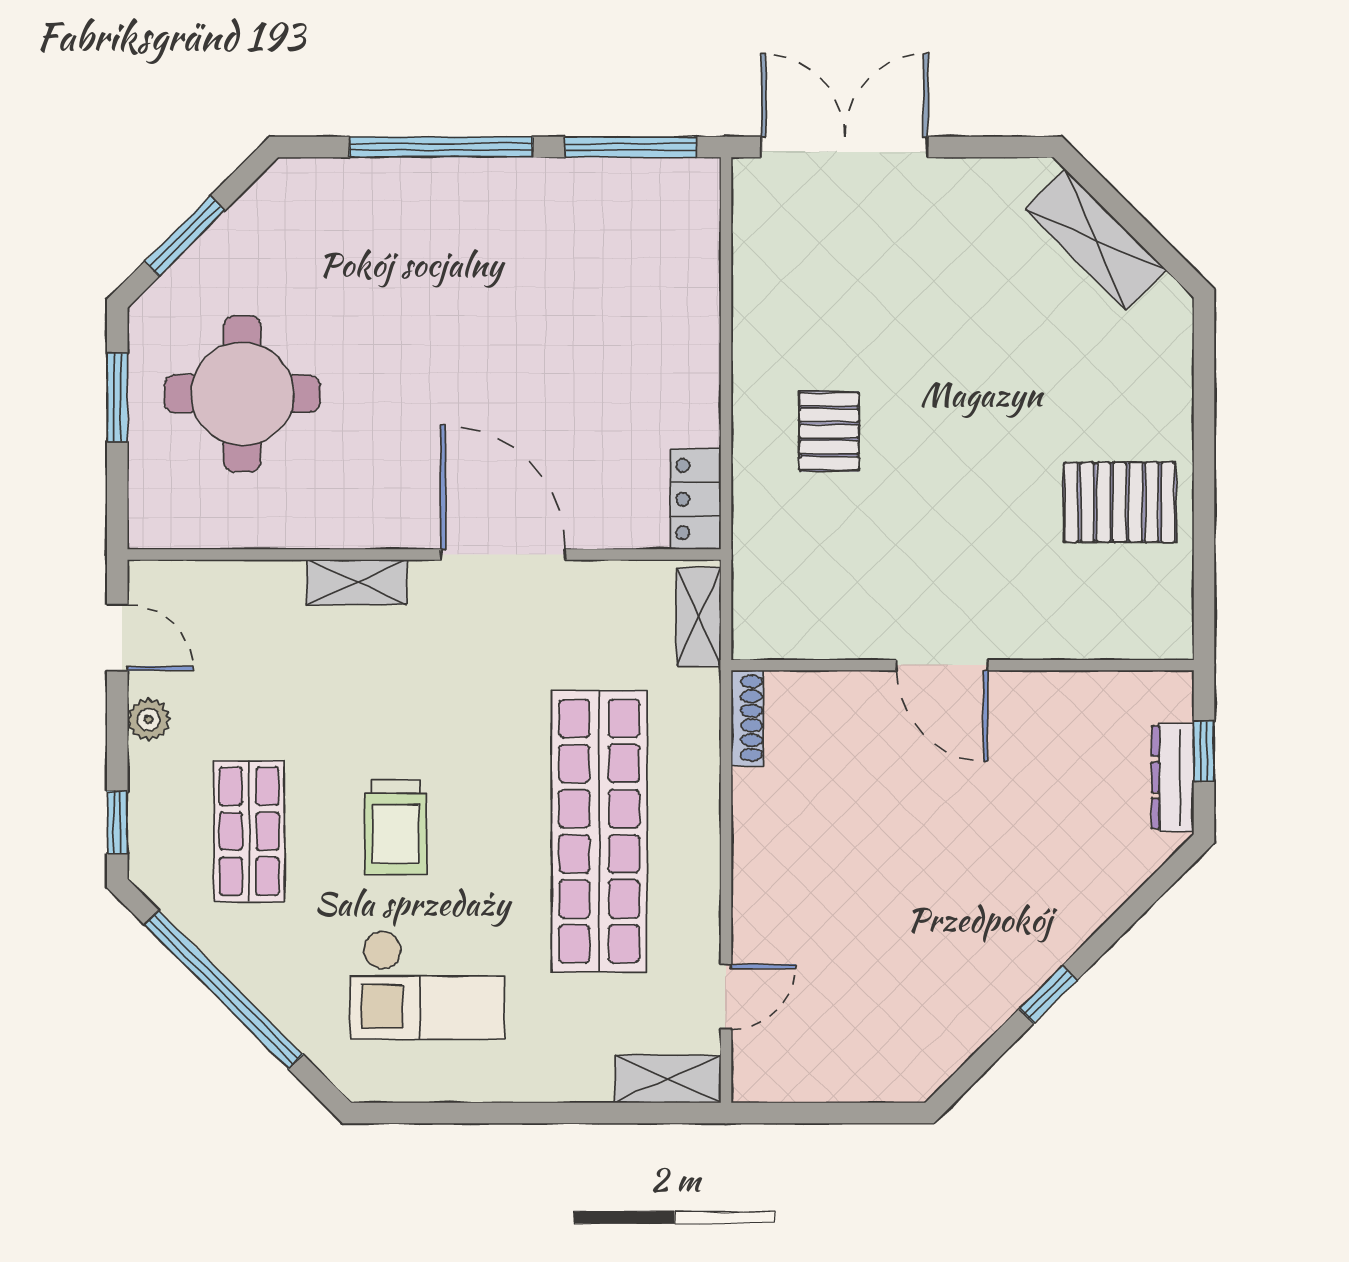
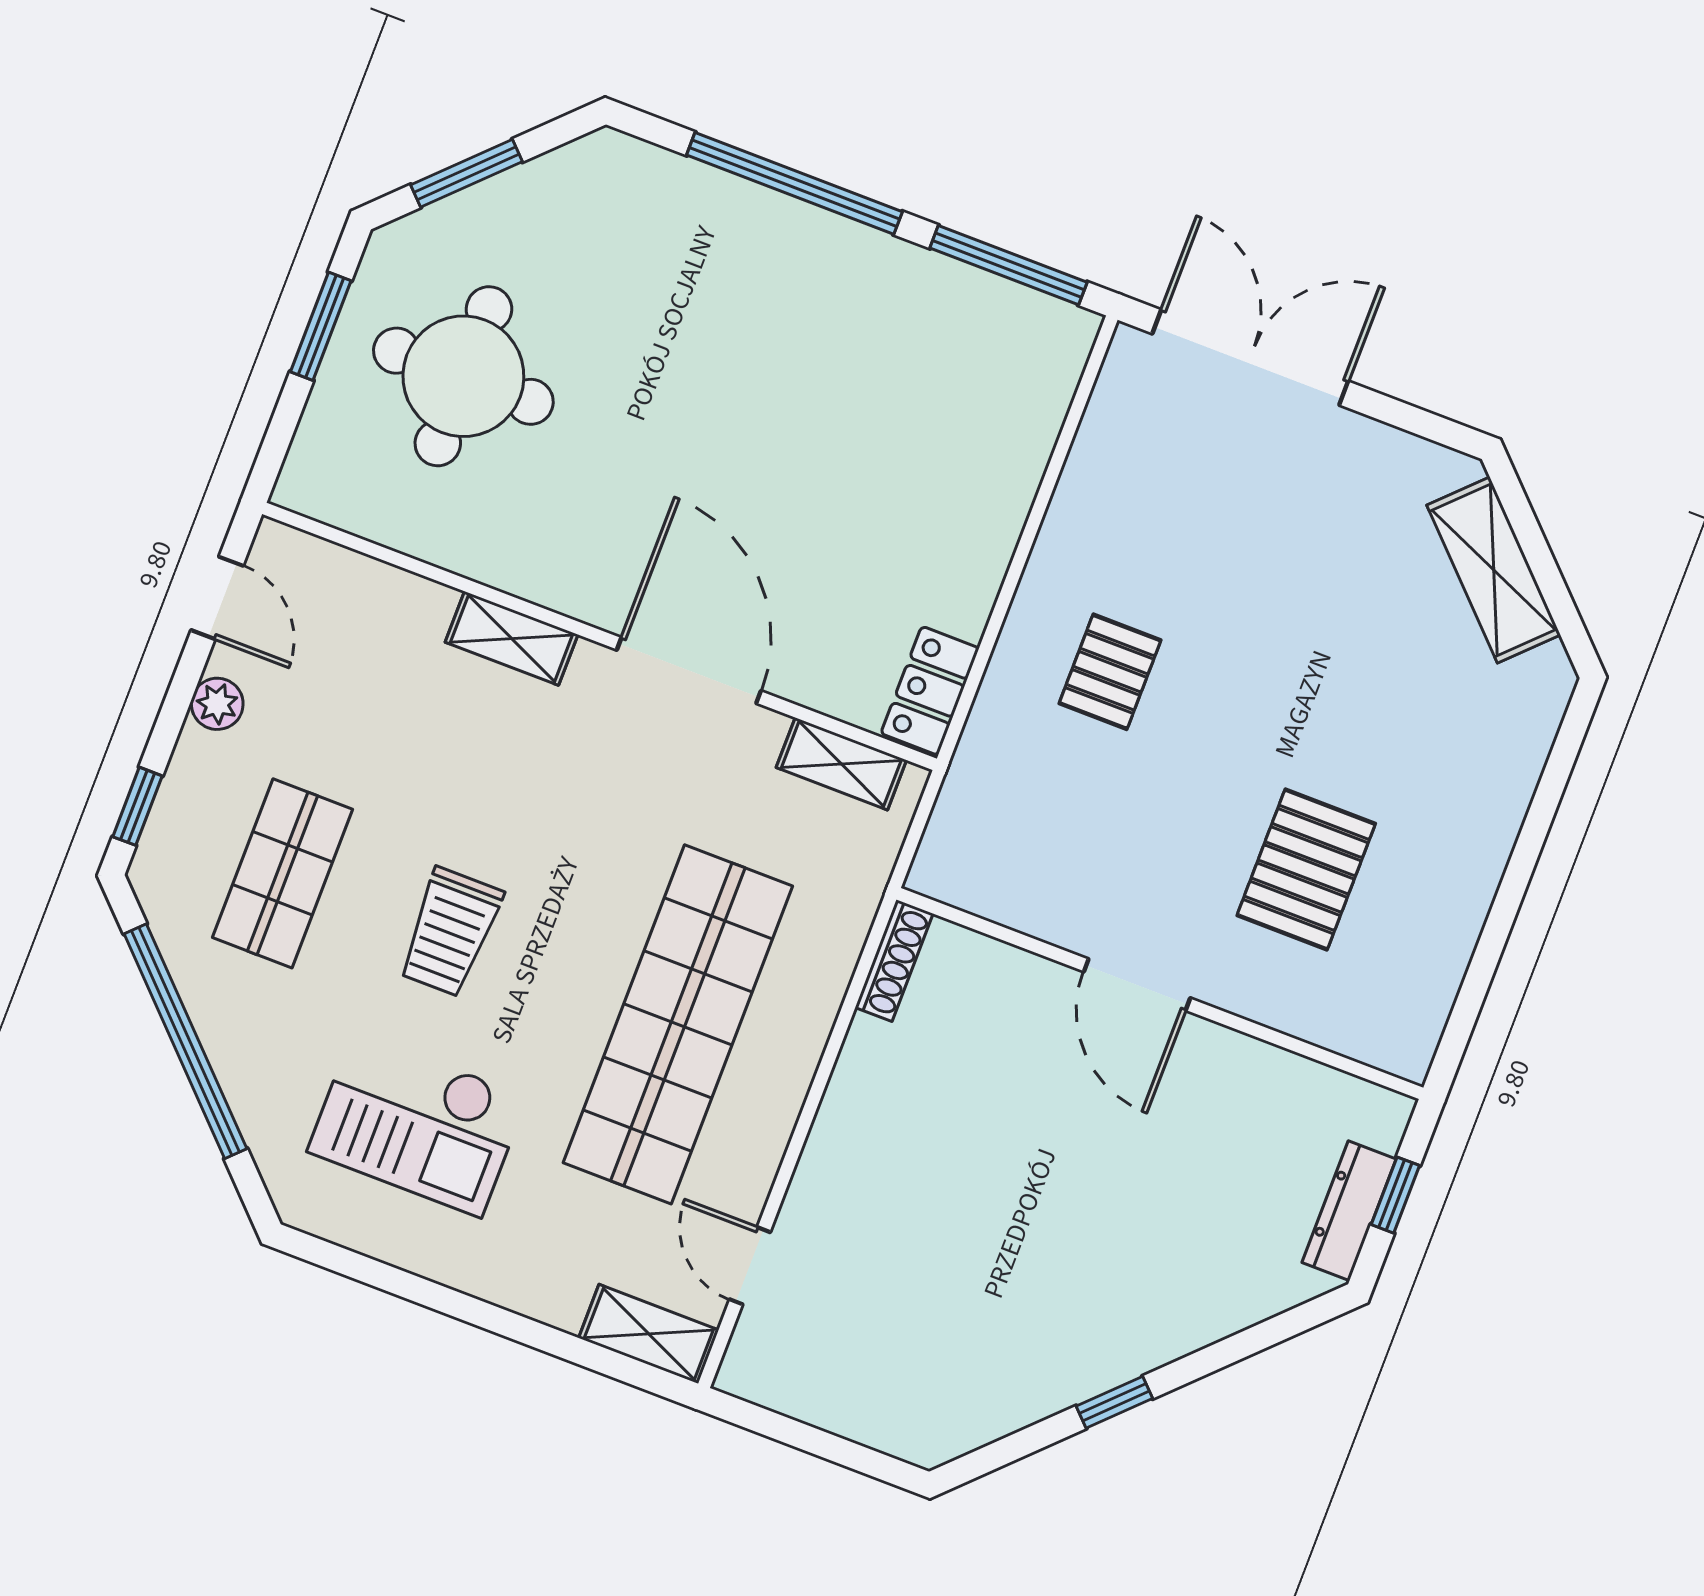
pallet: (1120, 502) -> (1306, 869), moved, turned 90
shelving: (699, 617) -> (841, 764), moved, turned 90
door: (726, 997) -> (750, 1266), swing flipped

